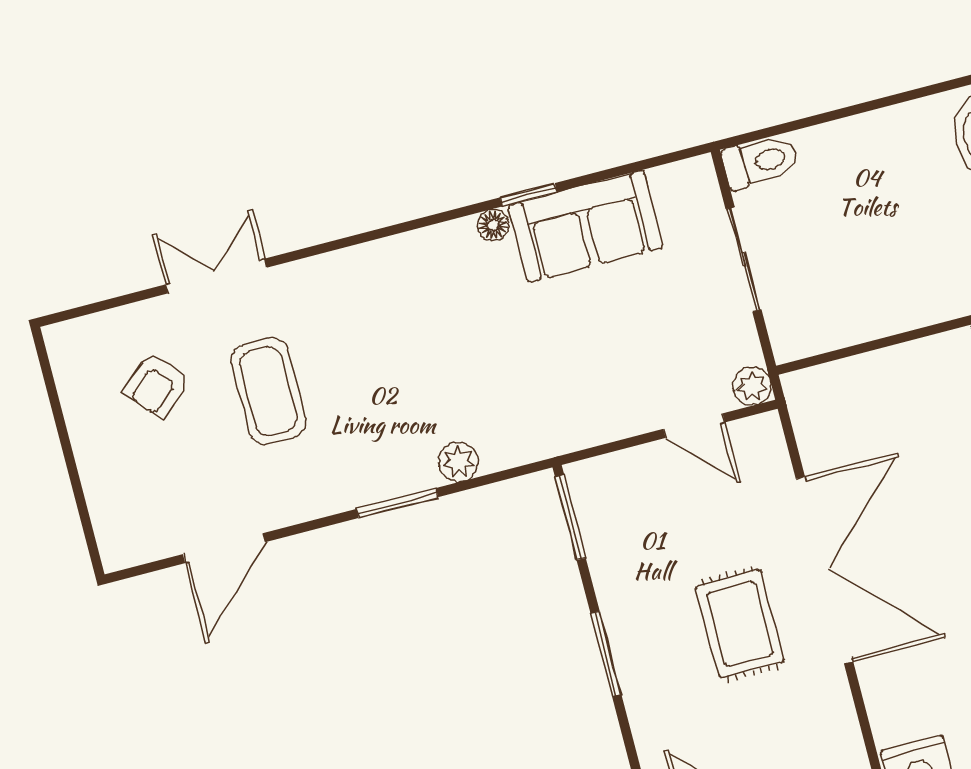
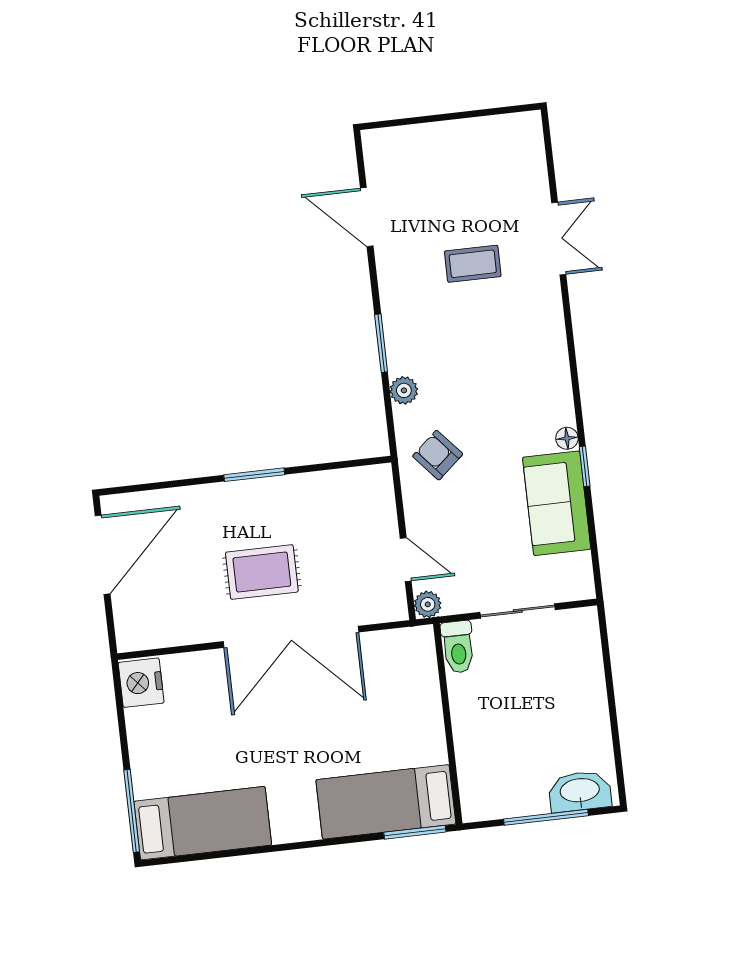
toilet: (760, 162) -> (458, 647), moved
armchair: (157, 385) -> (438, 455), moved
coffee table: (268, 391) -> (473, 264), width x0.73, depth x0.77
door: (694, 426) -> (406, 560), swing flipped
window: (570, 517) -> (354, 463), removed

